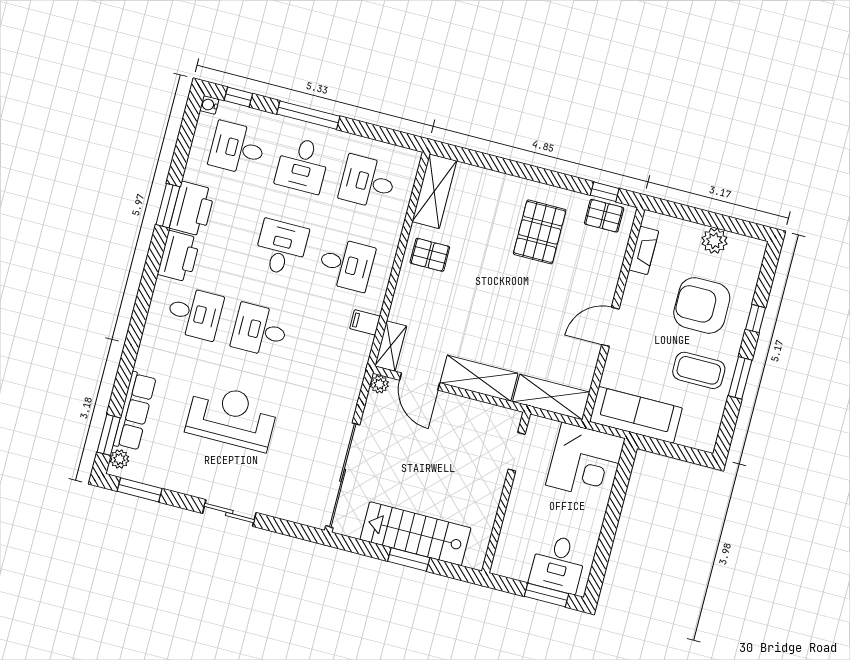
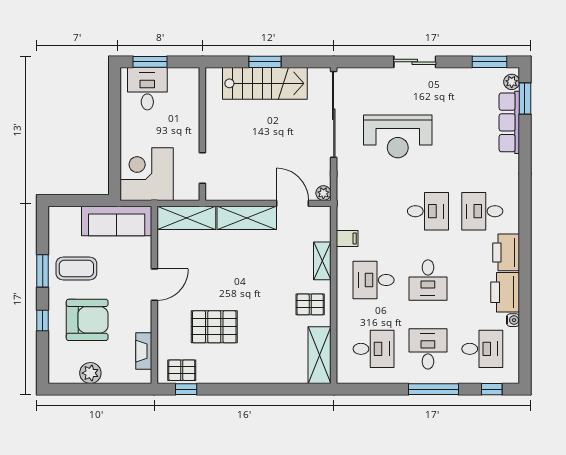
water cooler: (209, 105) -> (513, 320), moved
window: (168, 206) -> (525, 290), removed
pallet: (540, 232) -> (214, 327), moved, turned 90
shelving: (391, 346) -> (322, 261), moved
reception desk: (232, 417) -> (398, 136), moved

